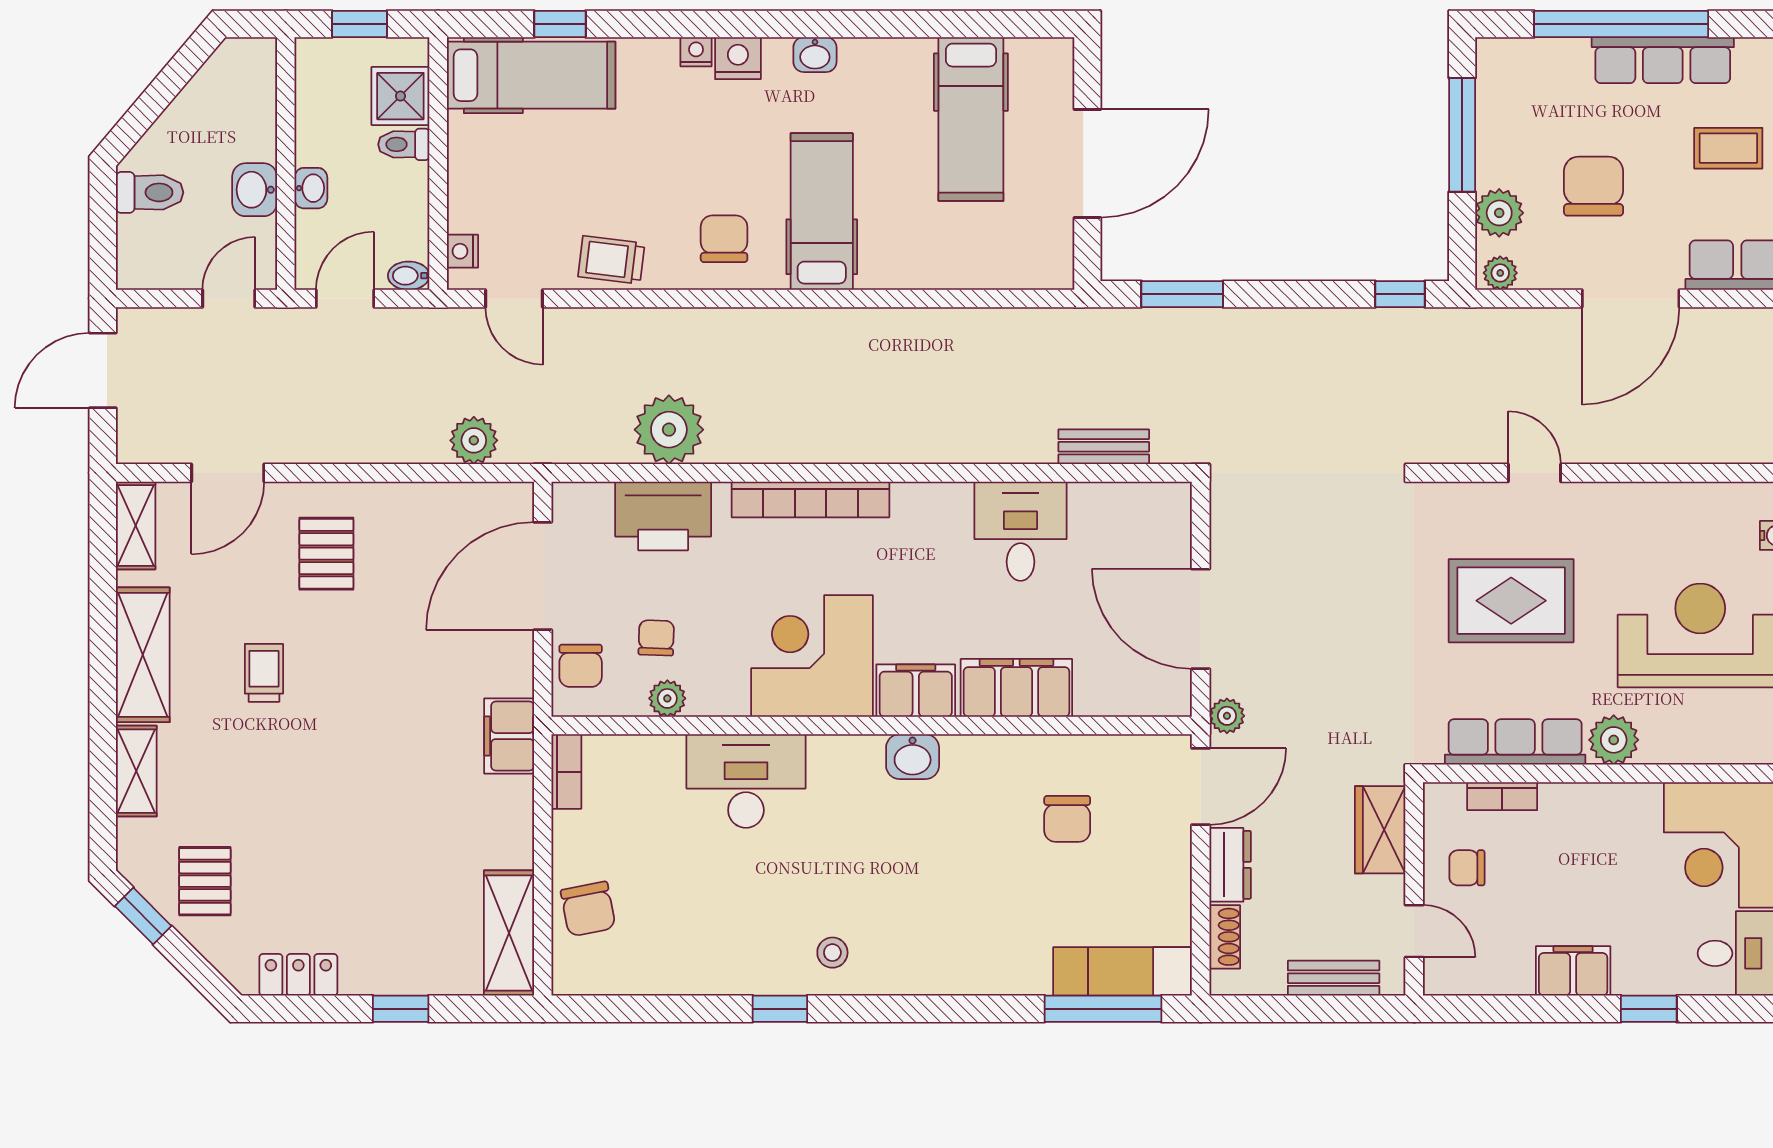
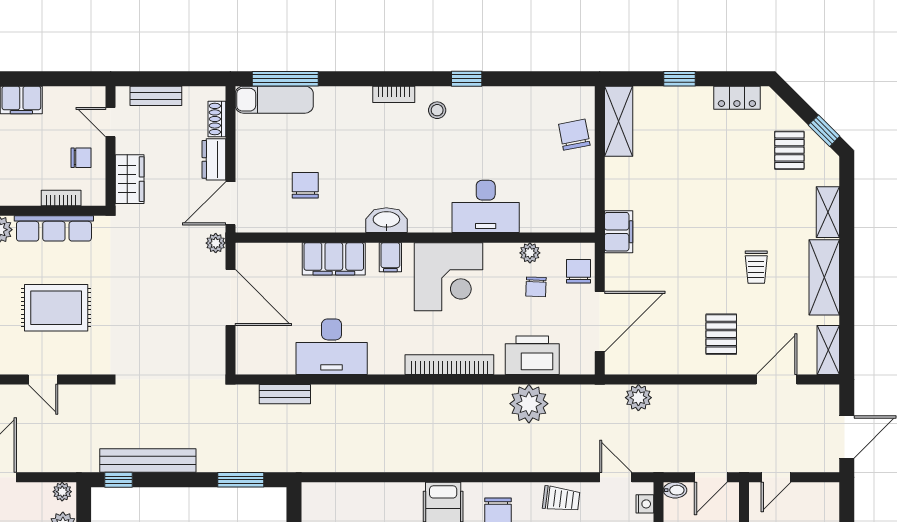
bench: (1348, 329) -> (148, 460), added
desk: (1021, 531) -> (332, 347), width x1.37
filing cabinet: (916, 691) -> (390, 257), width x0.50
washbasin: (913, 757) -> (386, 220), width x1.38
bookcase: (566, 772) -> (394, 94), moved, turned -90

